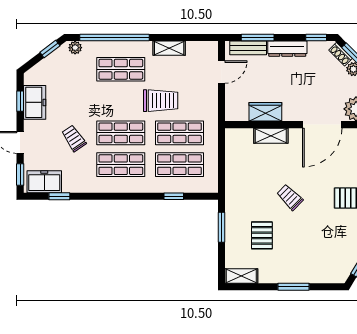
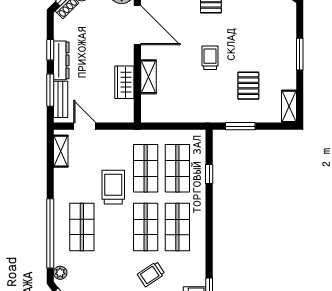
window: (316, 38) -> (50, 50), moved
shelving: (169, 48) -> (61, 151), moved
trolley: (290, 197) -> (210, 58), turned 135
pallet: (262, 235) -> (248, 86), turned 90

